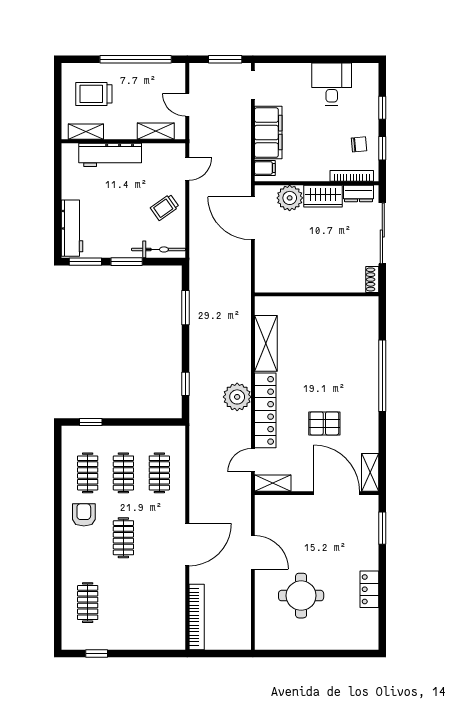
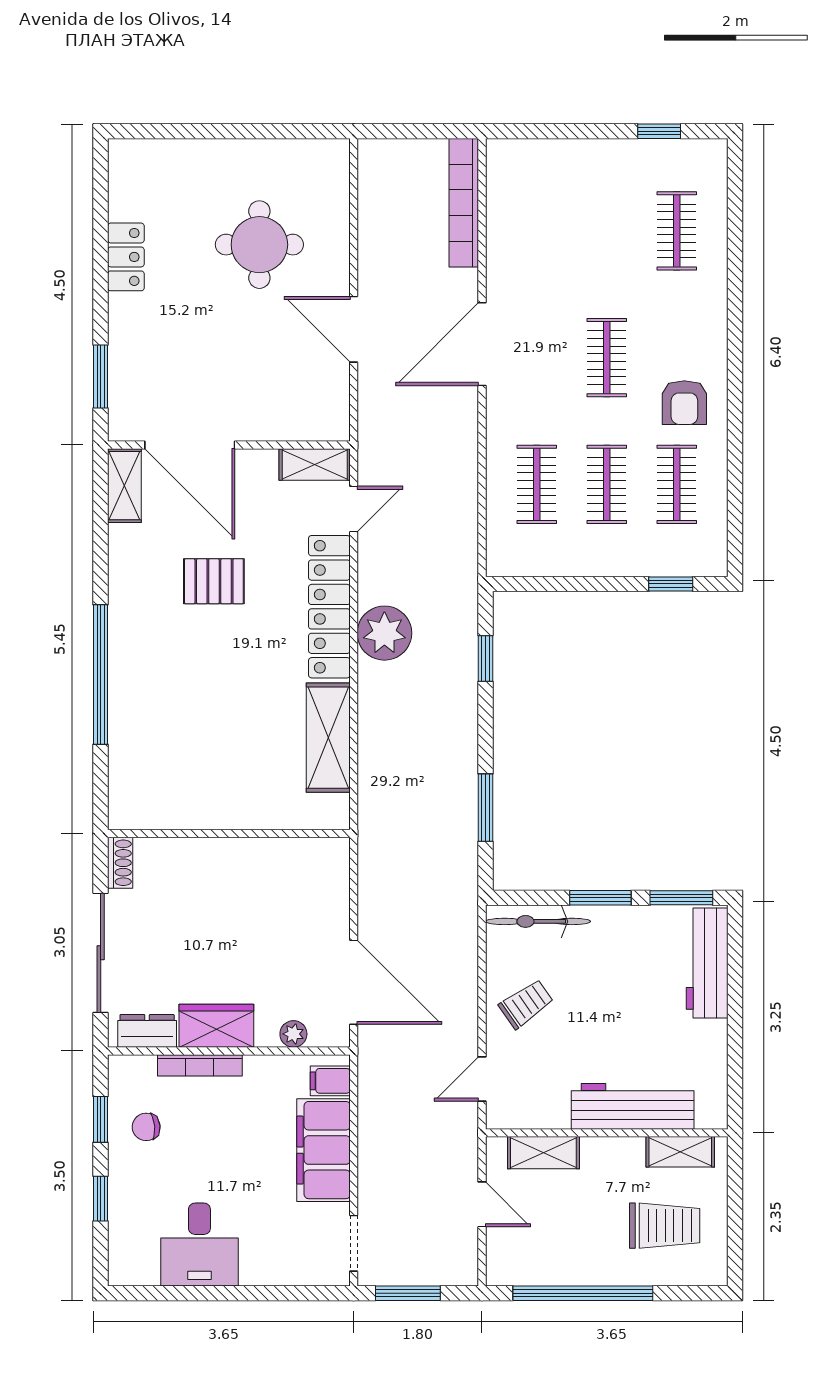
bookcase: (352, 176) -> (200, 1065), moved
plant: (290, 198) -> (293, 1034), width x0.53, depth x0.53

